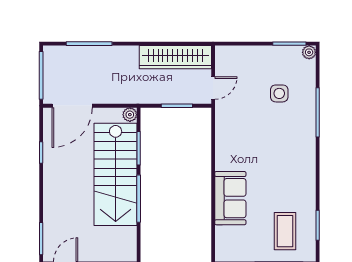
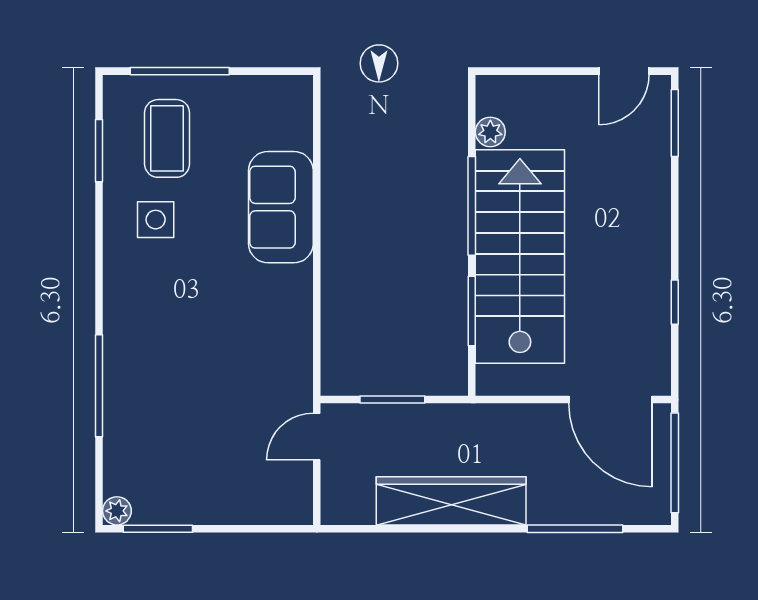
wardrobe: (175, 57) -> (451, 501), moved
side table: (279, 93) -> (156, 220), moved
door: (72, 106) -> (610, 400), swing flipped
plant: (130, 115) -> (490, 132), moved

